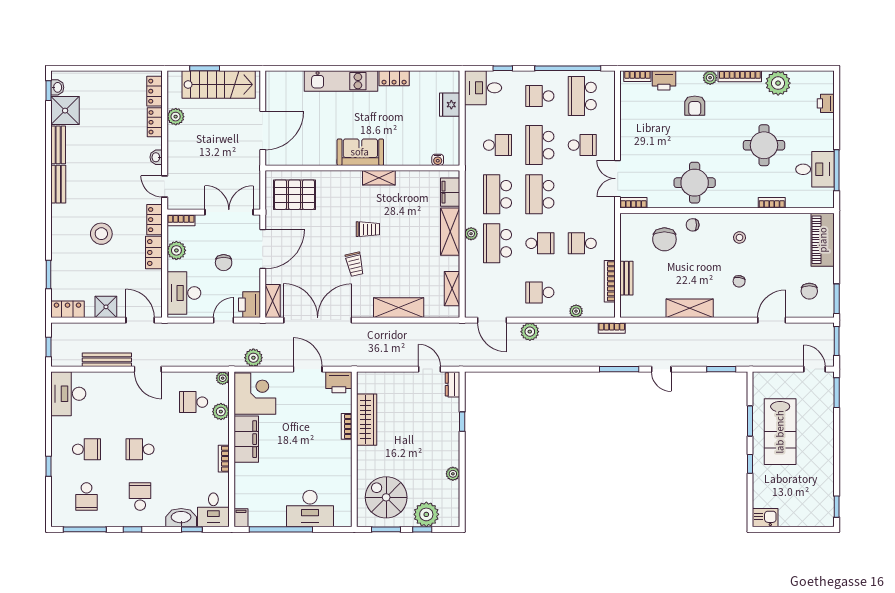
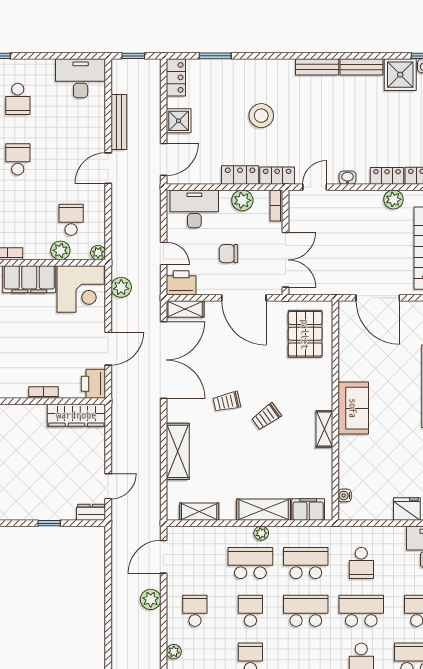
trolley: (368, 229) -> (266, 417), turned 54
school desk: (540, 243) -> (250, 611), turned 180
wardrobe: (367, 420) -> (76, 415), moved

